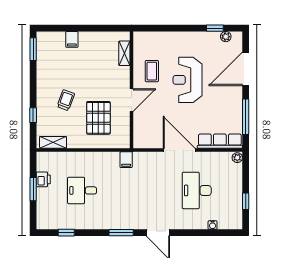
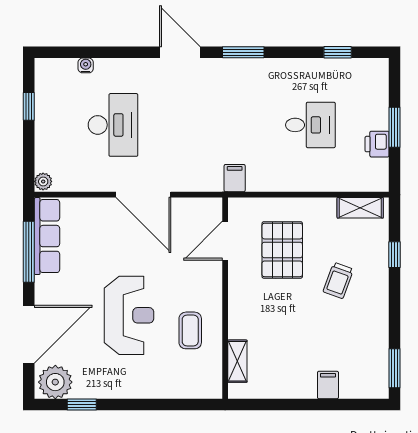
plant: (226, 37) -> (55, 382), width x1.87, depth x1.87
door: (132, 100) -> (225, 241), moved
row of seats: (220, 141) -> (47, 236), moved, turned -90

